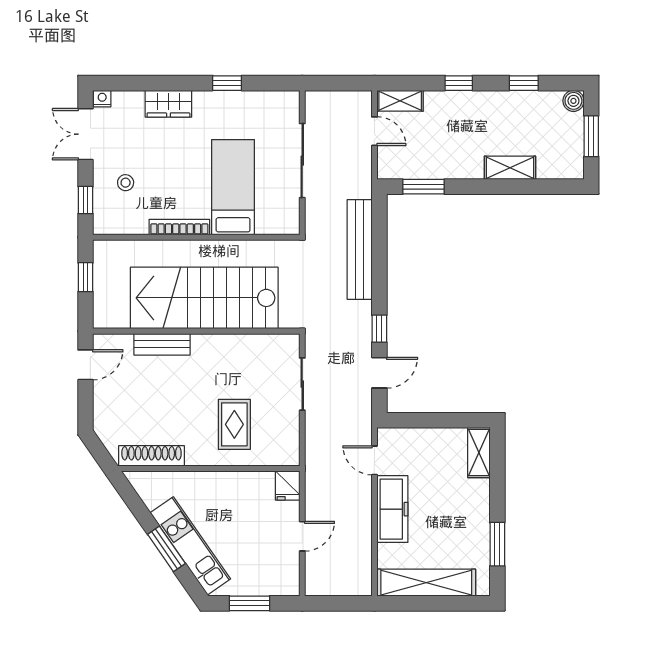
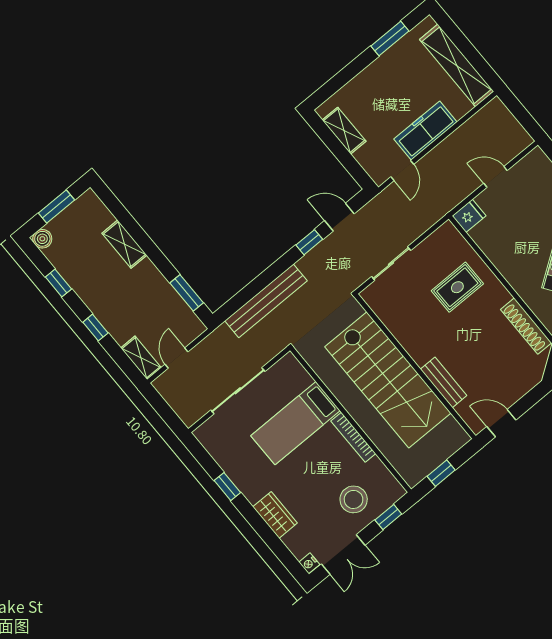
stool: (126, 183) -> (354, 499), width x1.89, depth x1.89
shelving: (479, 452) -> (344, 131), moved, turned 90

